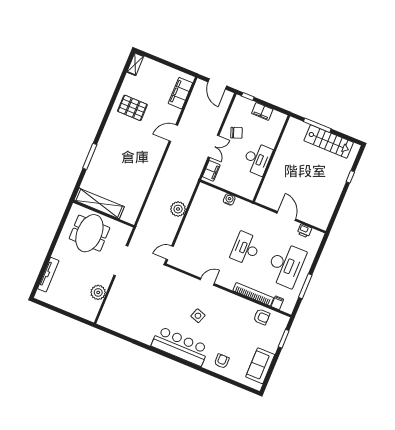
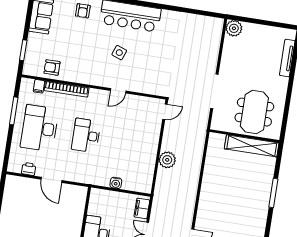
desk: (246, 248) -> (86, 135), turned 180
plant: (98, 292) -> (234, 28), moved

